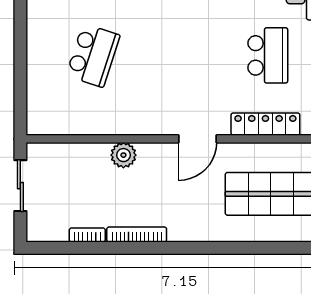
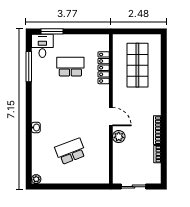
school desk: (93, 55) -> (70, 151), turned -39
door: (197, 139) -> (111, 117), moved

